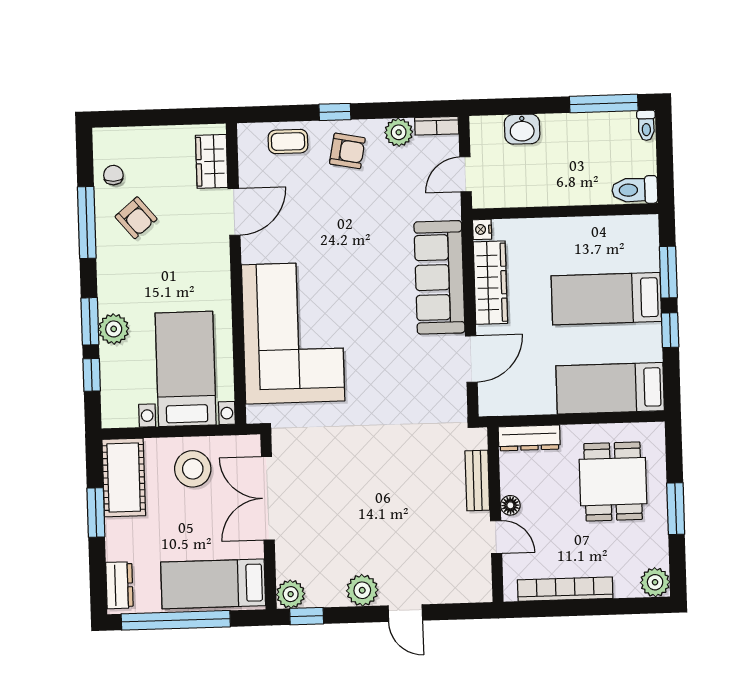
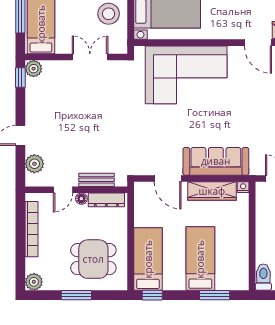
window: (670, 330) -> (152, 295), moved
dresser: (529, 438) -> (106, 200), moved, turned -90
double door: (268, 498) -> (90, 57), width x0.73
plant: (362, 590) -> (34, 164), moved

